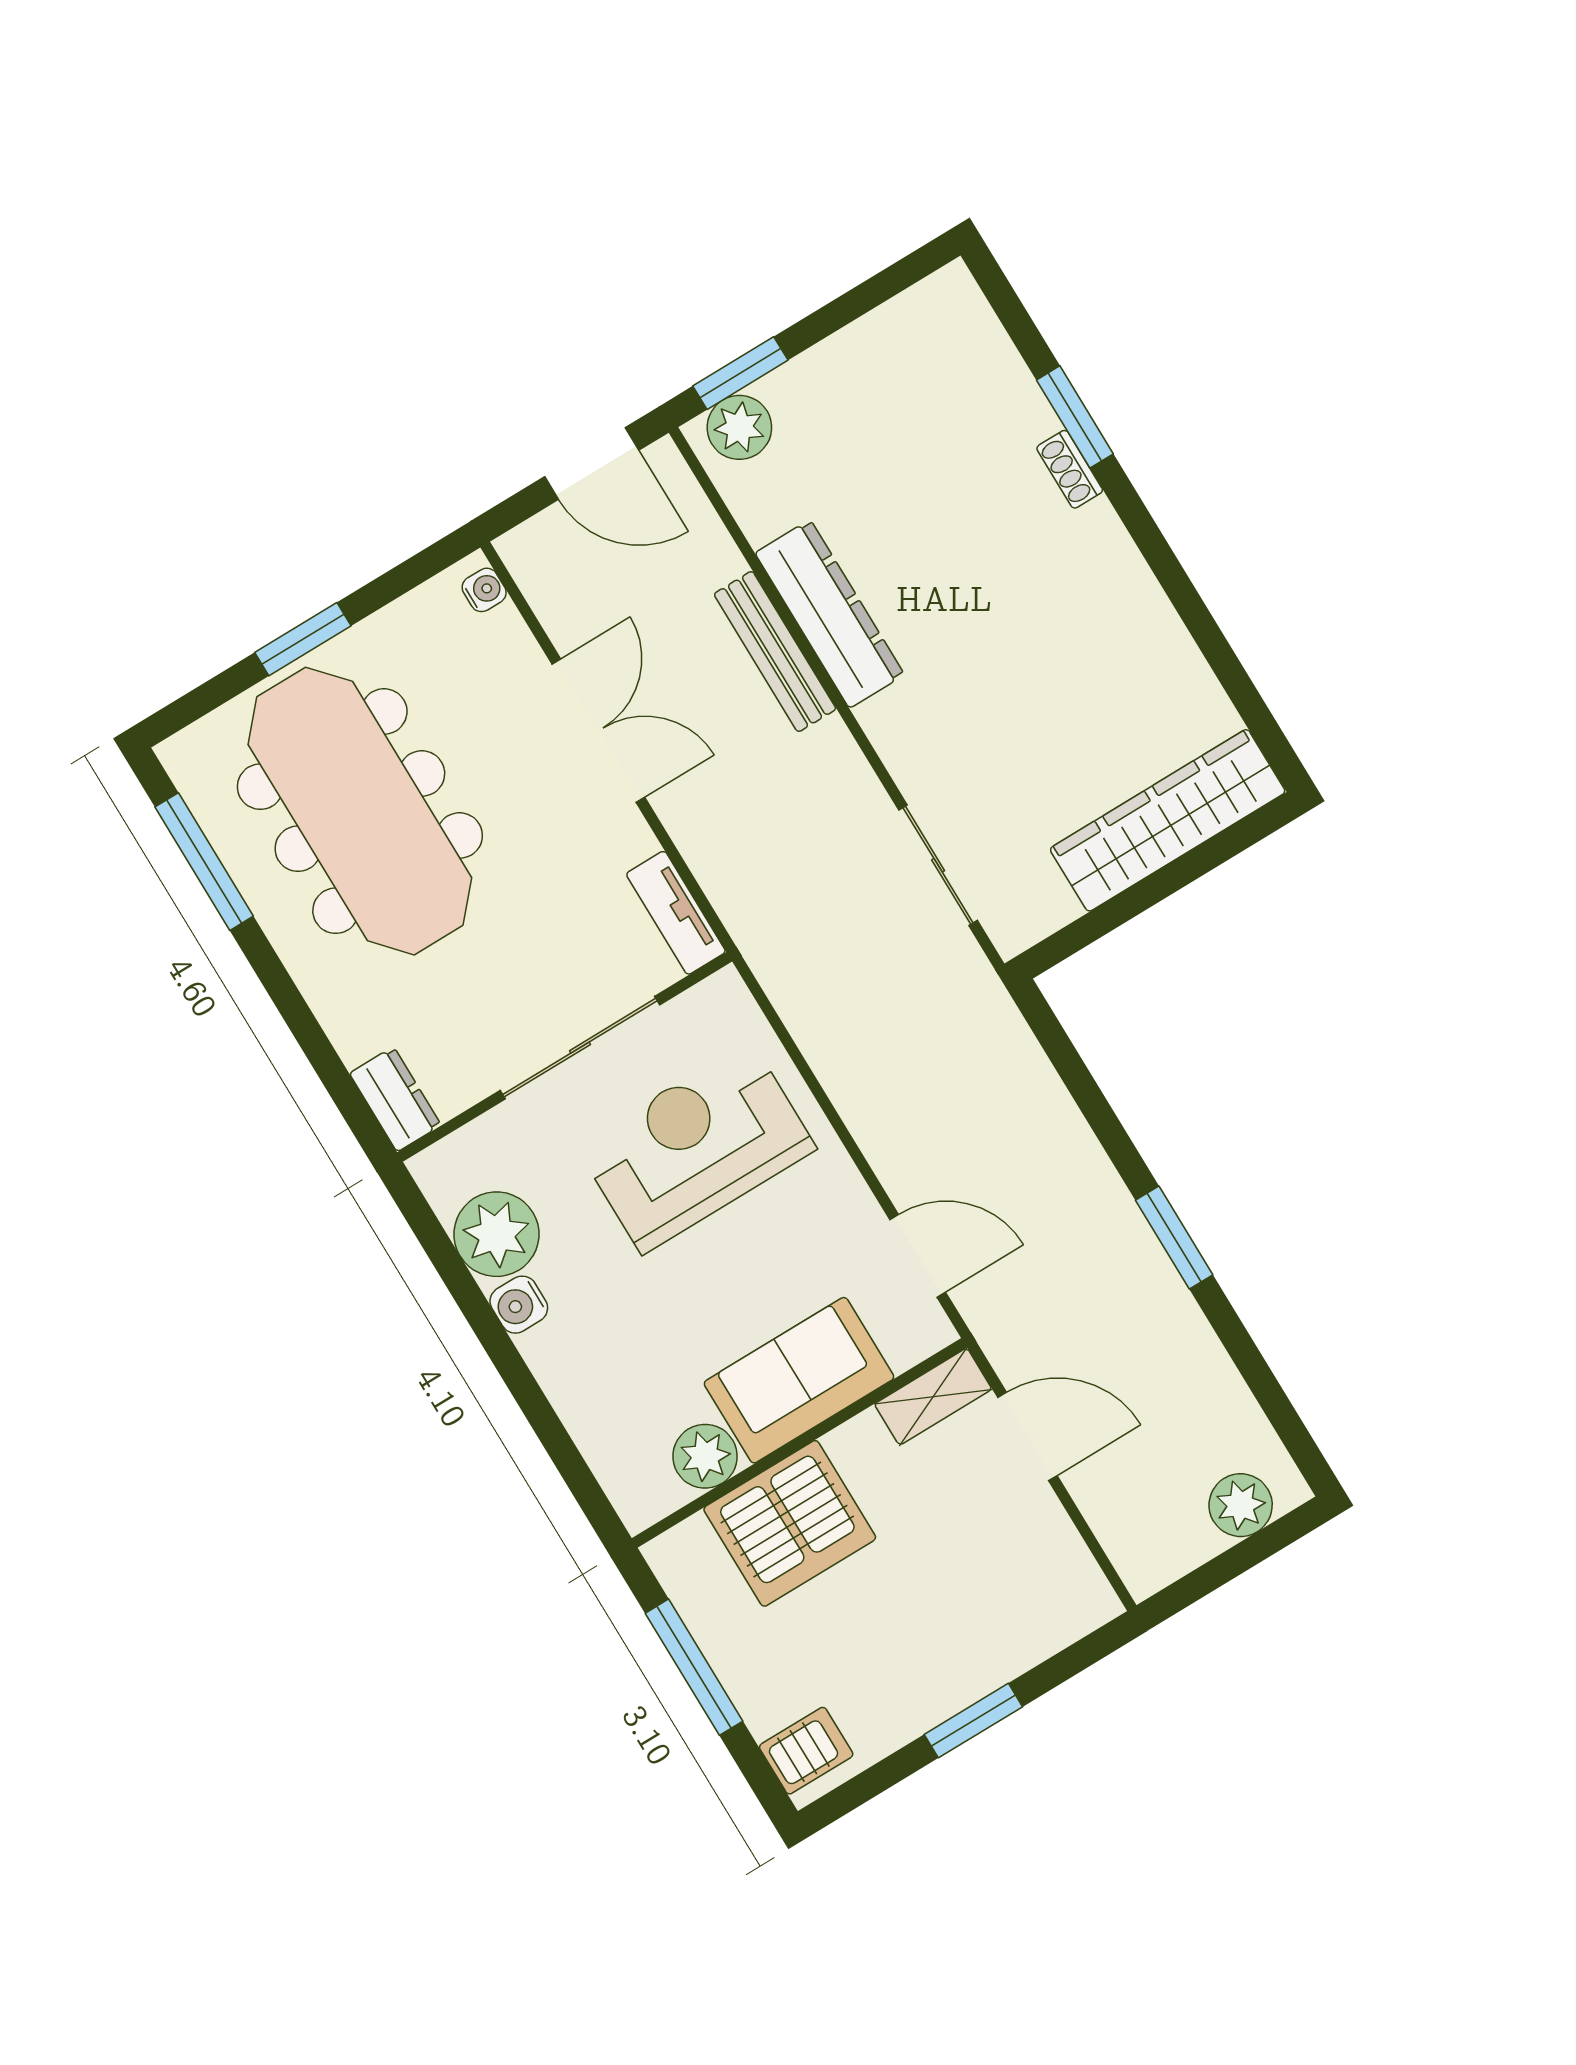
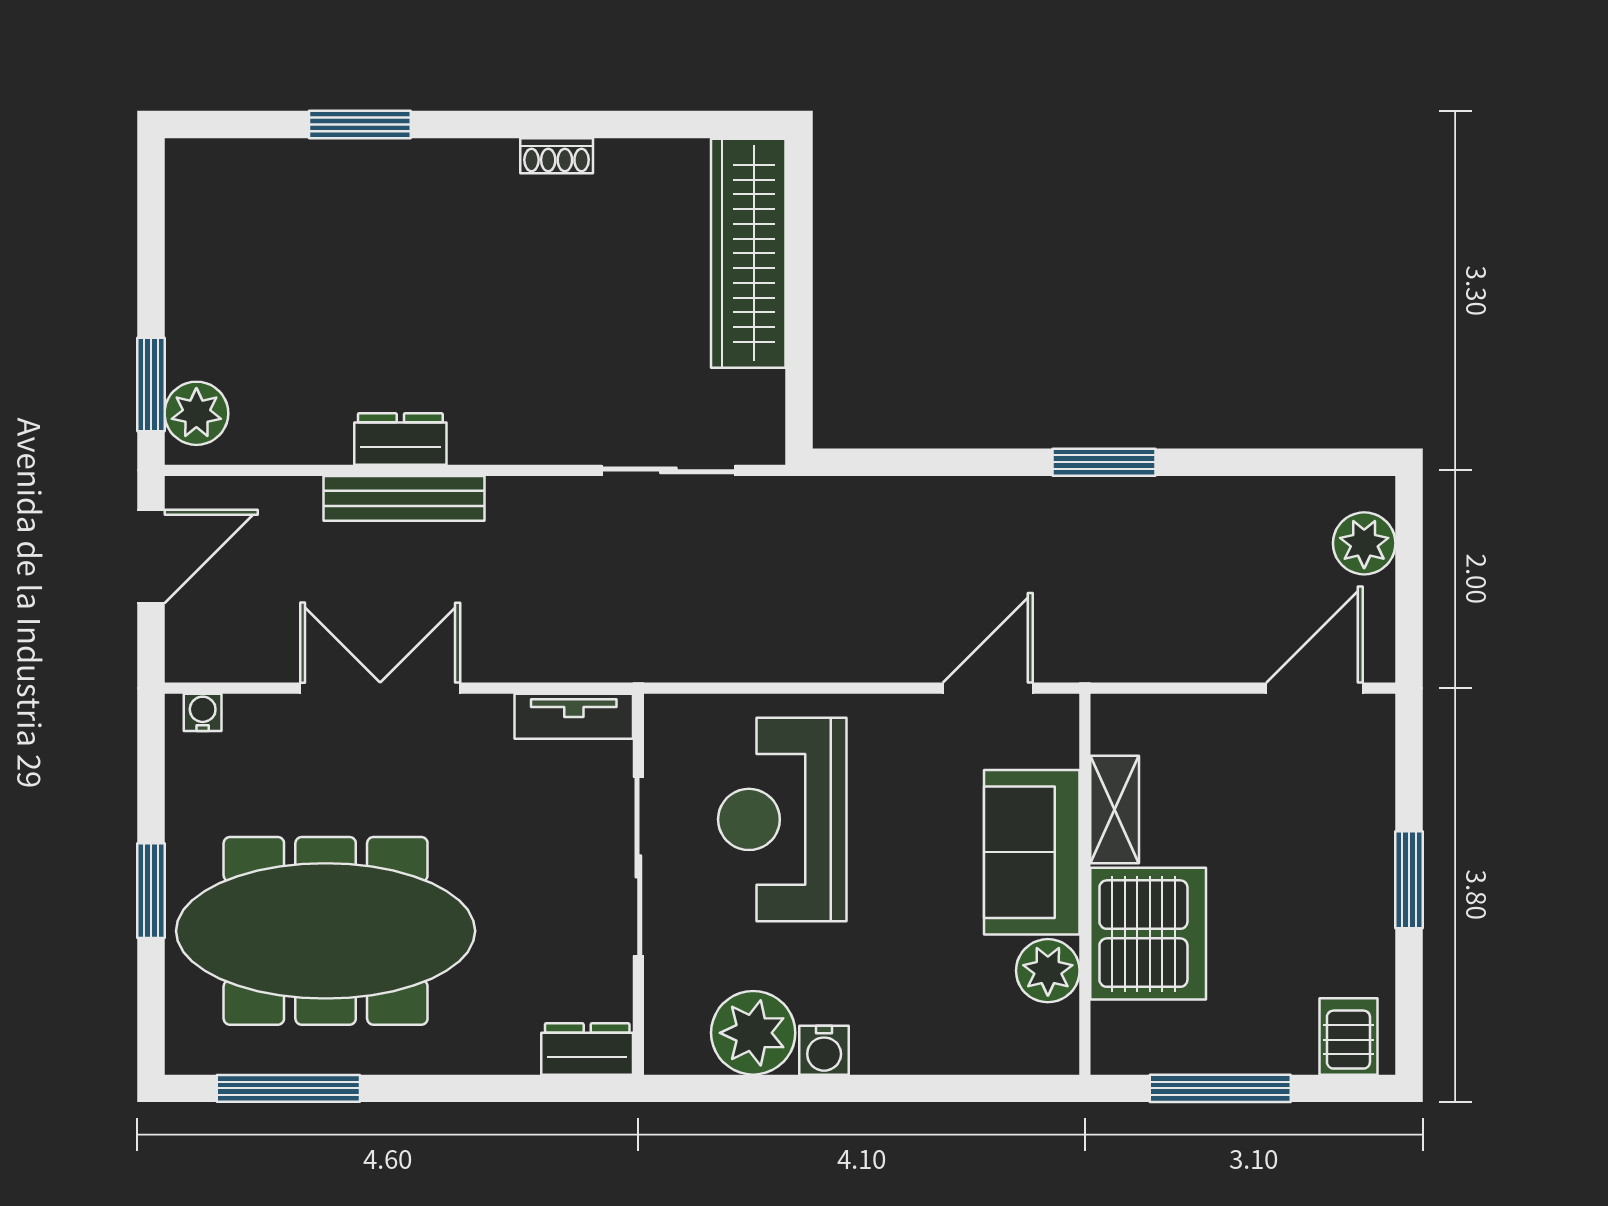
shoe rack: (1070, 469) -> (557, 156), moved
dresser: (830, 614) -> (400, 439), width x0.51, depth x0.80
shelving: (933, 1397) -> (1115, 809), moved
door: (1028, 1436) -> (1314, 688), moved

